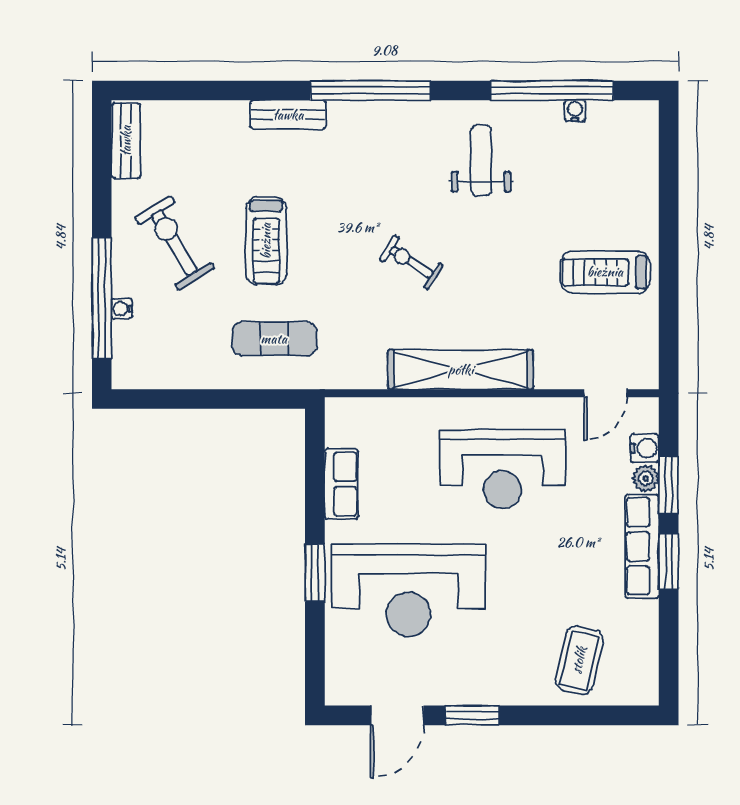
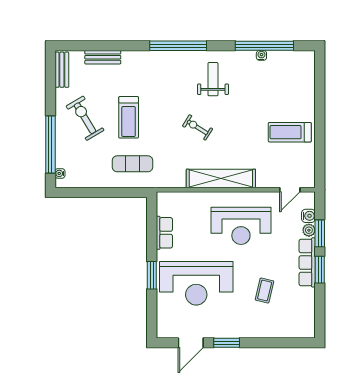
water cooler: (575, 111) -> (261, 55), moved
bench: (288, 115) -> (103, 57), moved
weight bench: (481, 160) -> (213, 79), moved
water cooler: (122, 309) -> (60, 173), moved
coffee table: (579, 660) -> (265, 290), moved, width x0.73, depth x0.77

